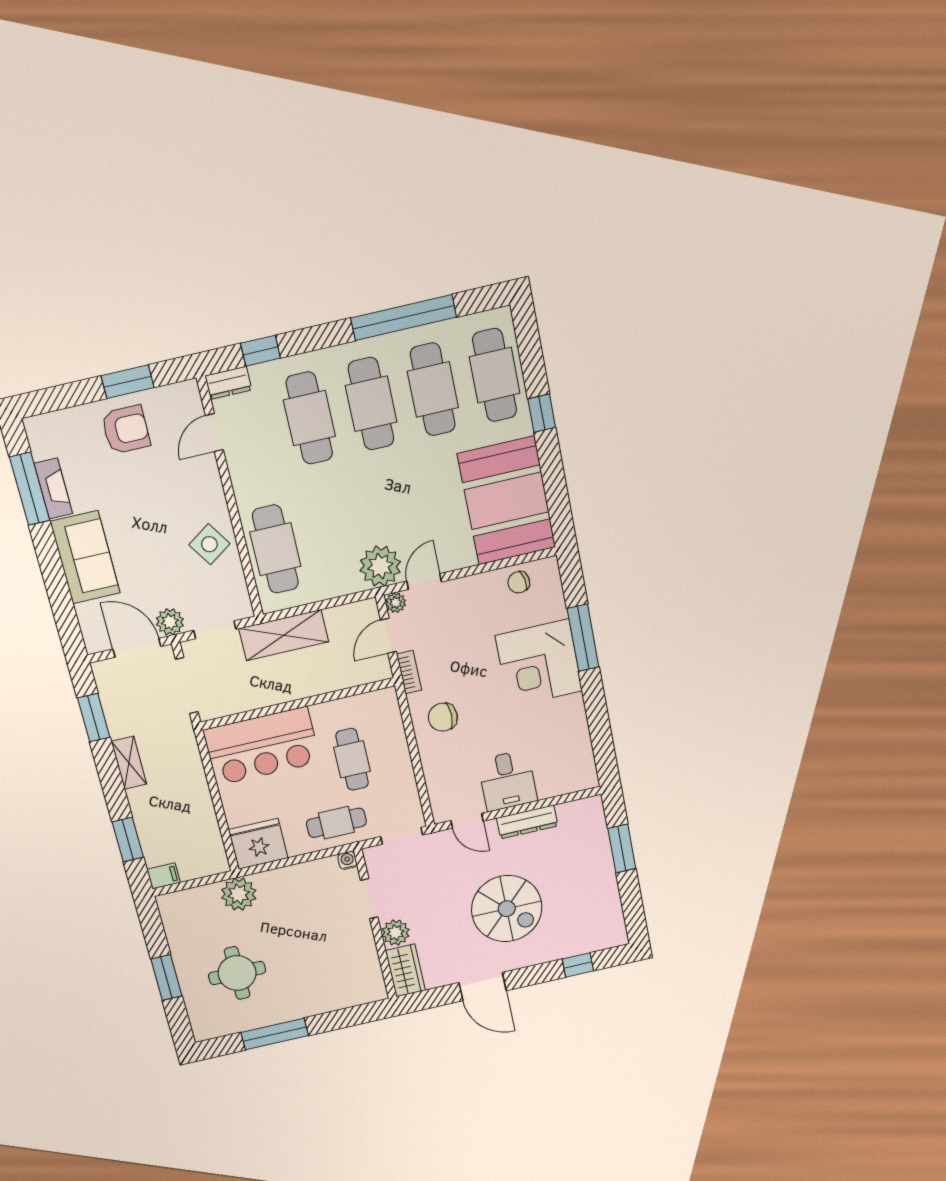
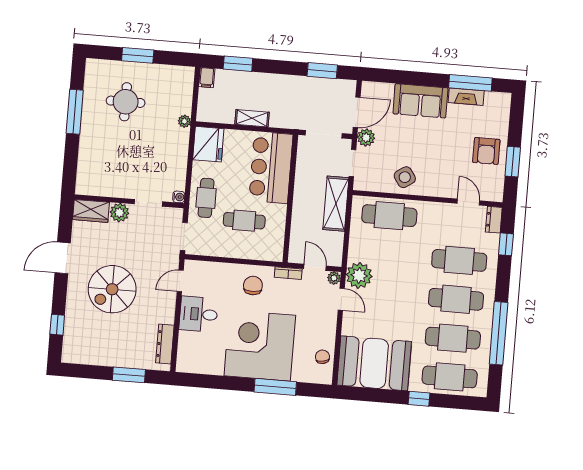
corner desk: (539, 663) -> (260, 346), width x1.36, depth x1.36
shelving: (129, 763) -> (252, 118), moved
dresser: (527, 822) -> (165, 344), moved
plant: (239, 894) -> (184, 121), width x0.53, depth x0.53

